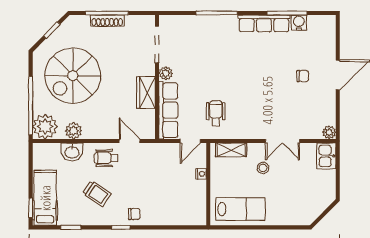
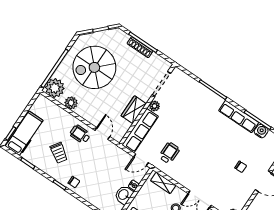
washbasin: (72, 152) -> (124, 195), moved, turned 90

